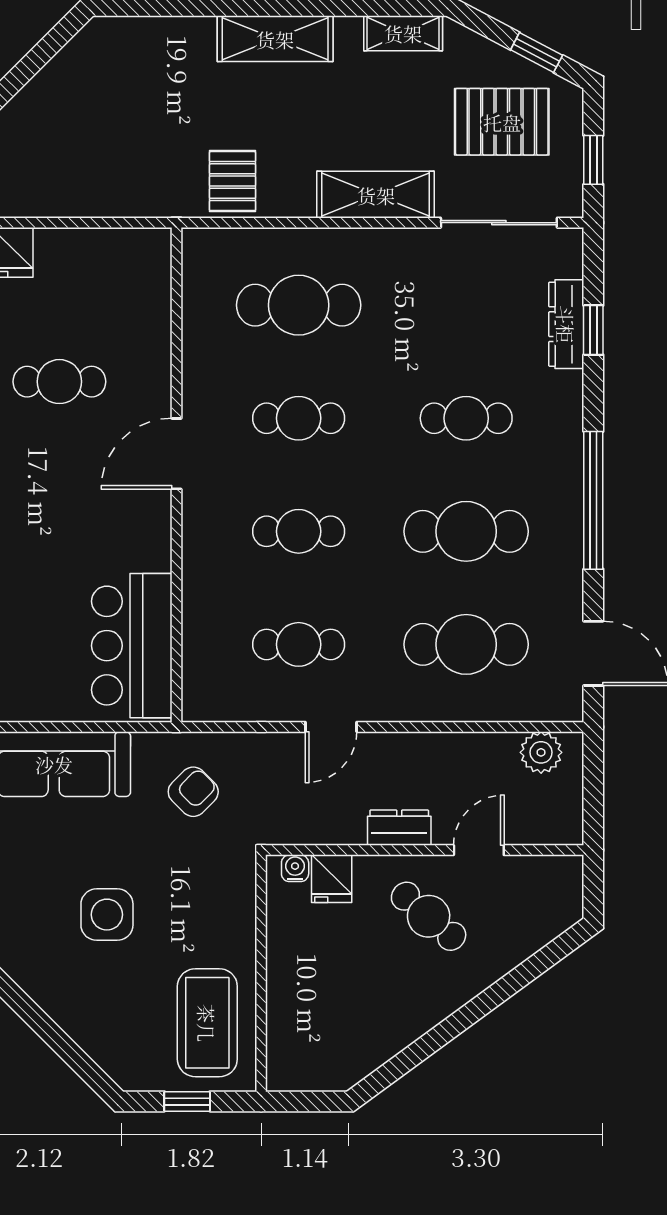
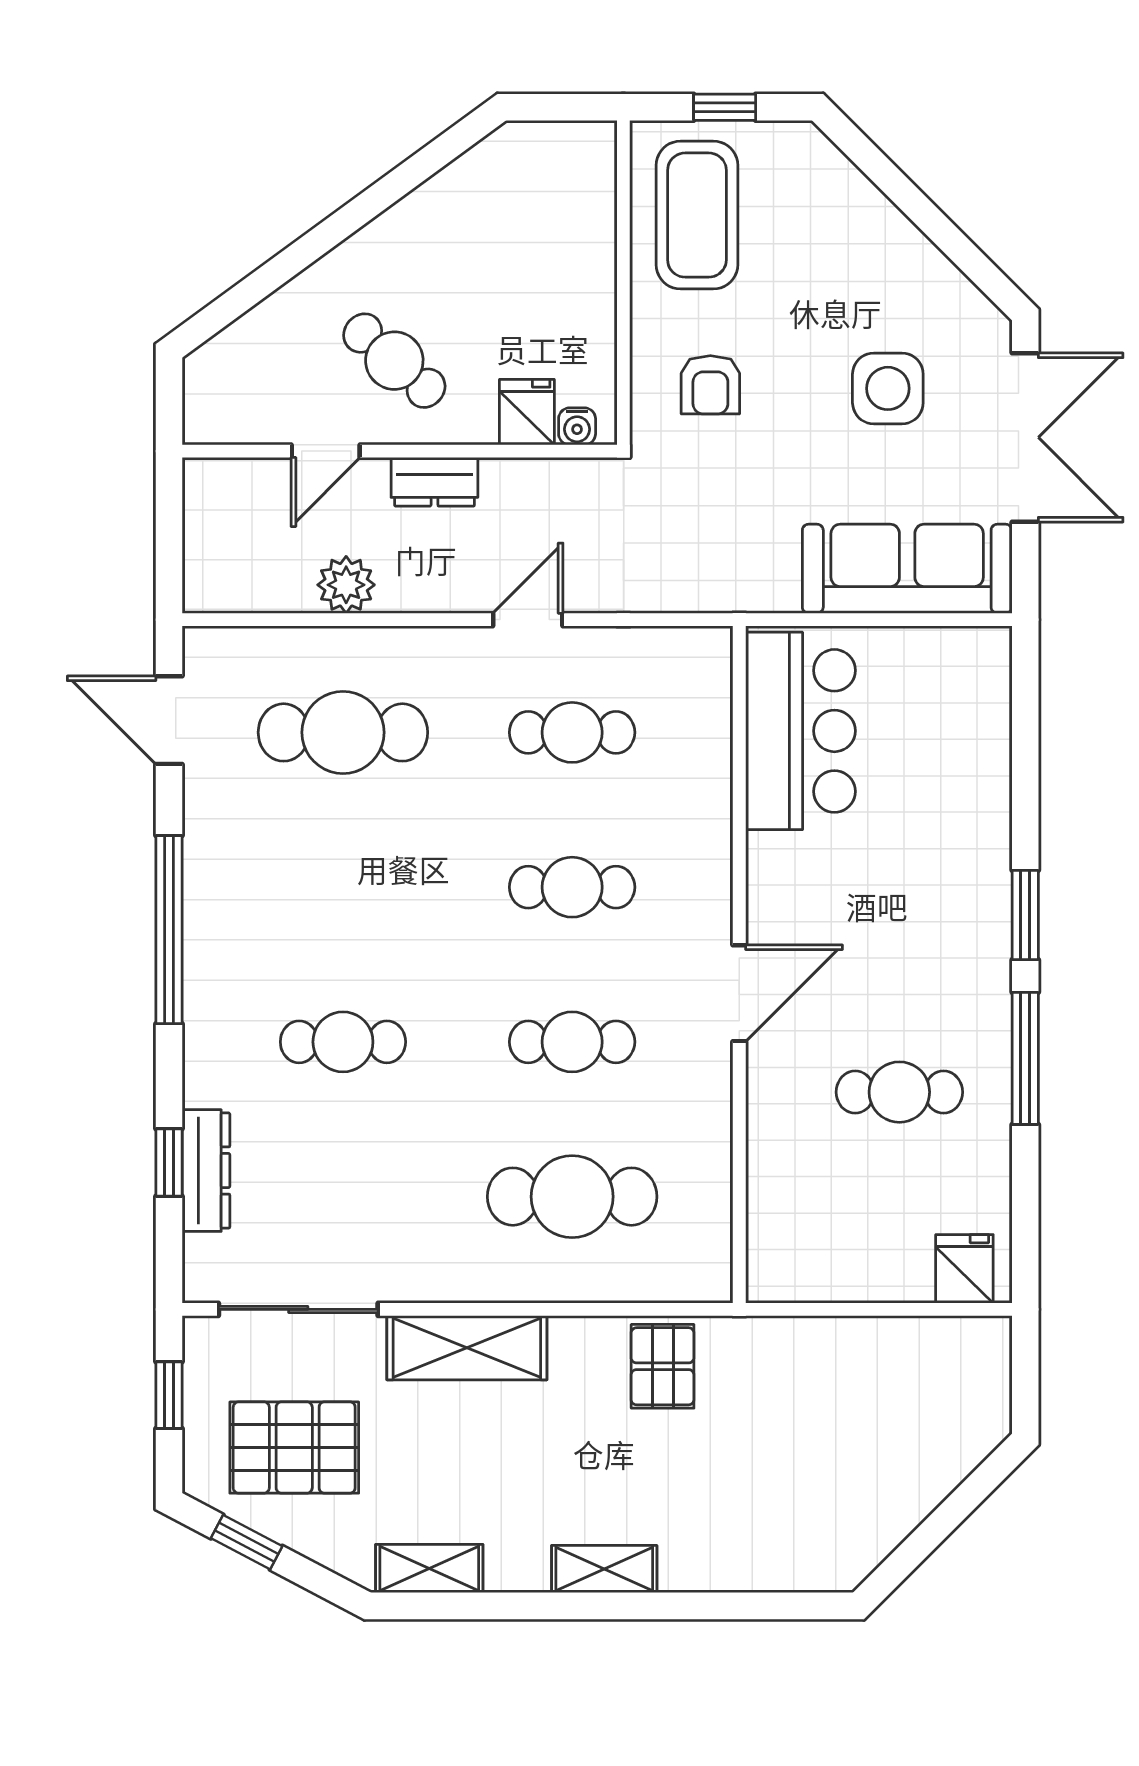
shelving: (275, 39) -> (604, 1569), width x0.67, depth x0.75
cafe table: (466, 531) -> (343, 887), removed
plant: (541, 752) -> (346, 585), moved
armchair: (193, 792) -> (710, 385), moved, turned -45
side table: (107, 915) -> (888, 388), moved

